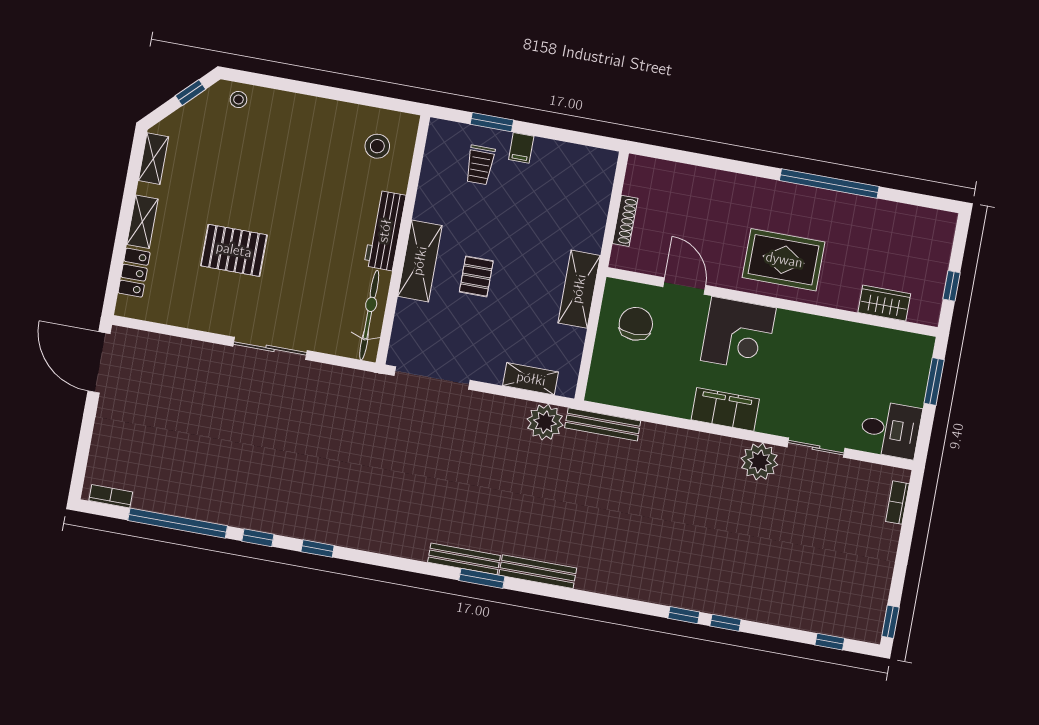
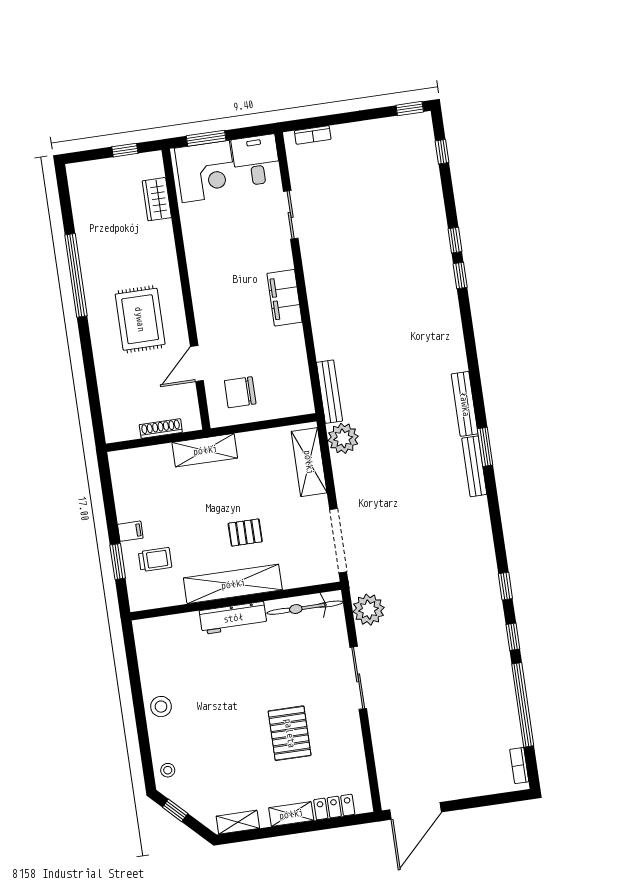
stool: (377, 146) -> (161, 707), moved
rug: (784, 260) -> (140, 319), moved
shelving: (420, 261) -> (233, 584), width x1.47
shelving: (579, 289) -> (205, 450), moved
corner desk: (738, 334) -> (206, 171), moved, turned 90
shelving: (531, 379) -> (309, 462), width x1.50, depth x1.33
plant: (759, 462) -> (369, 610), moved

